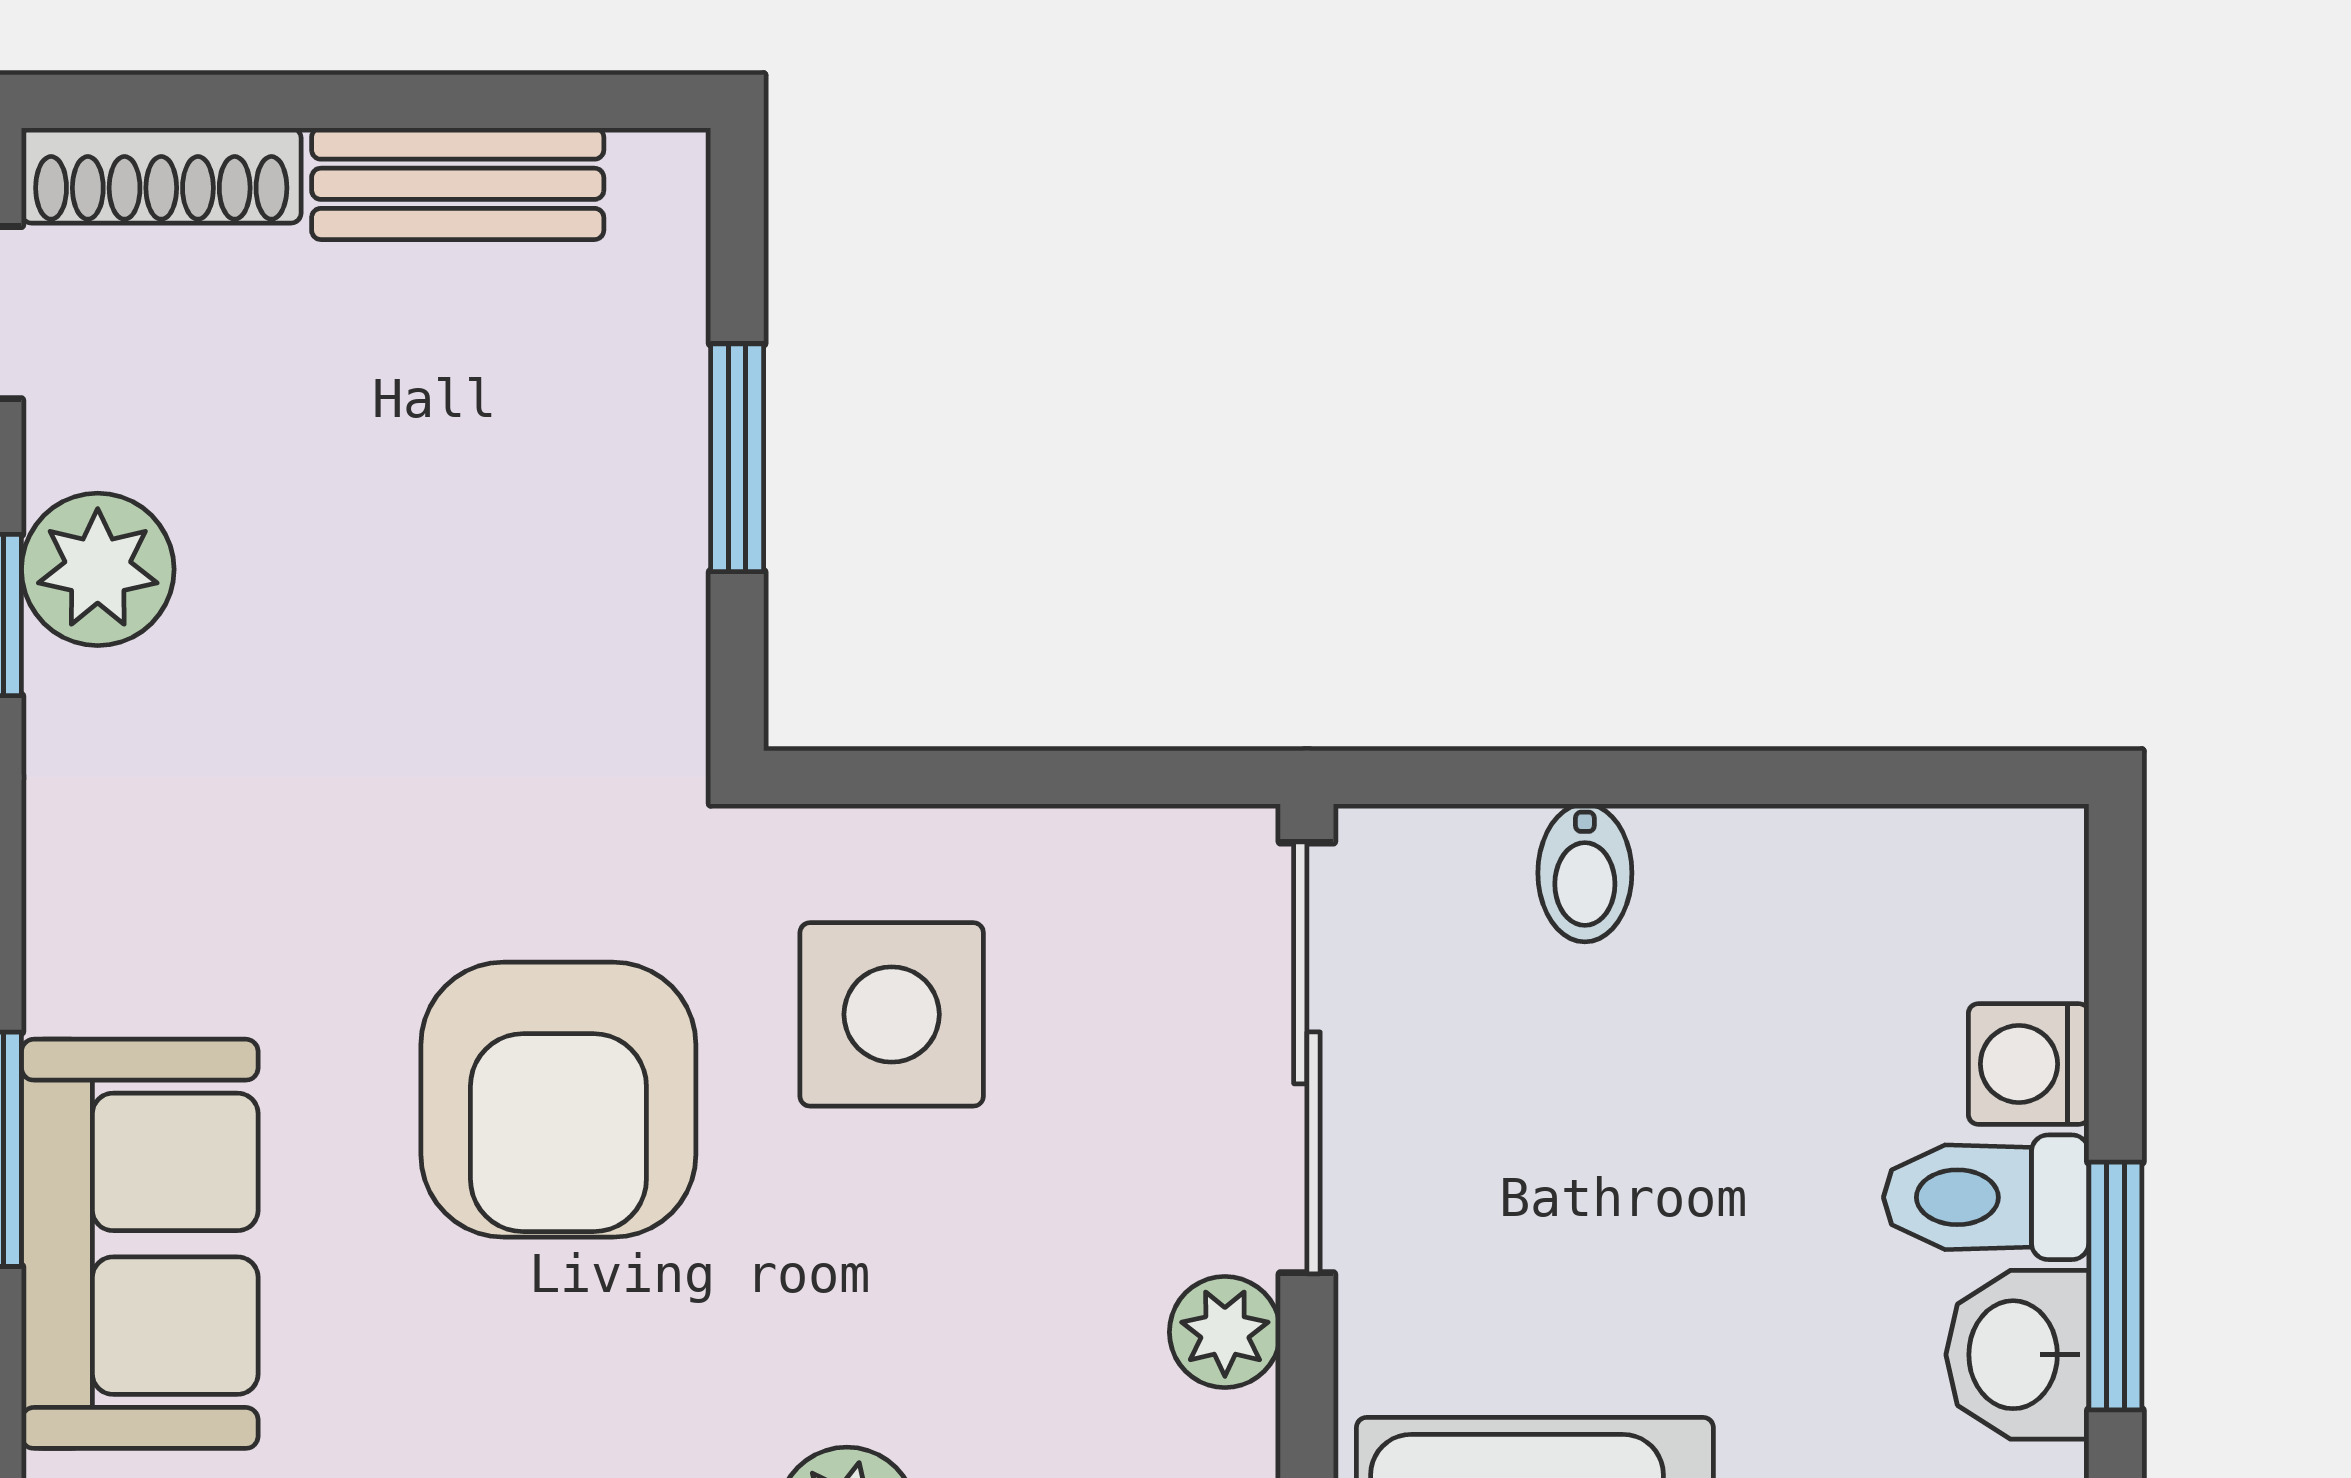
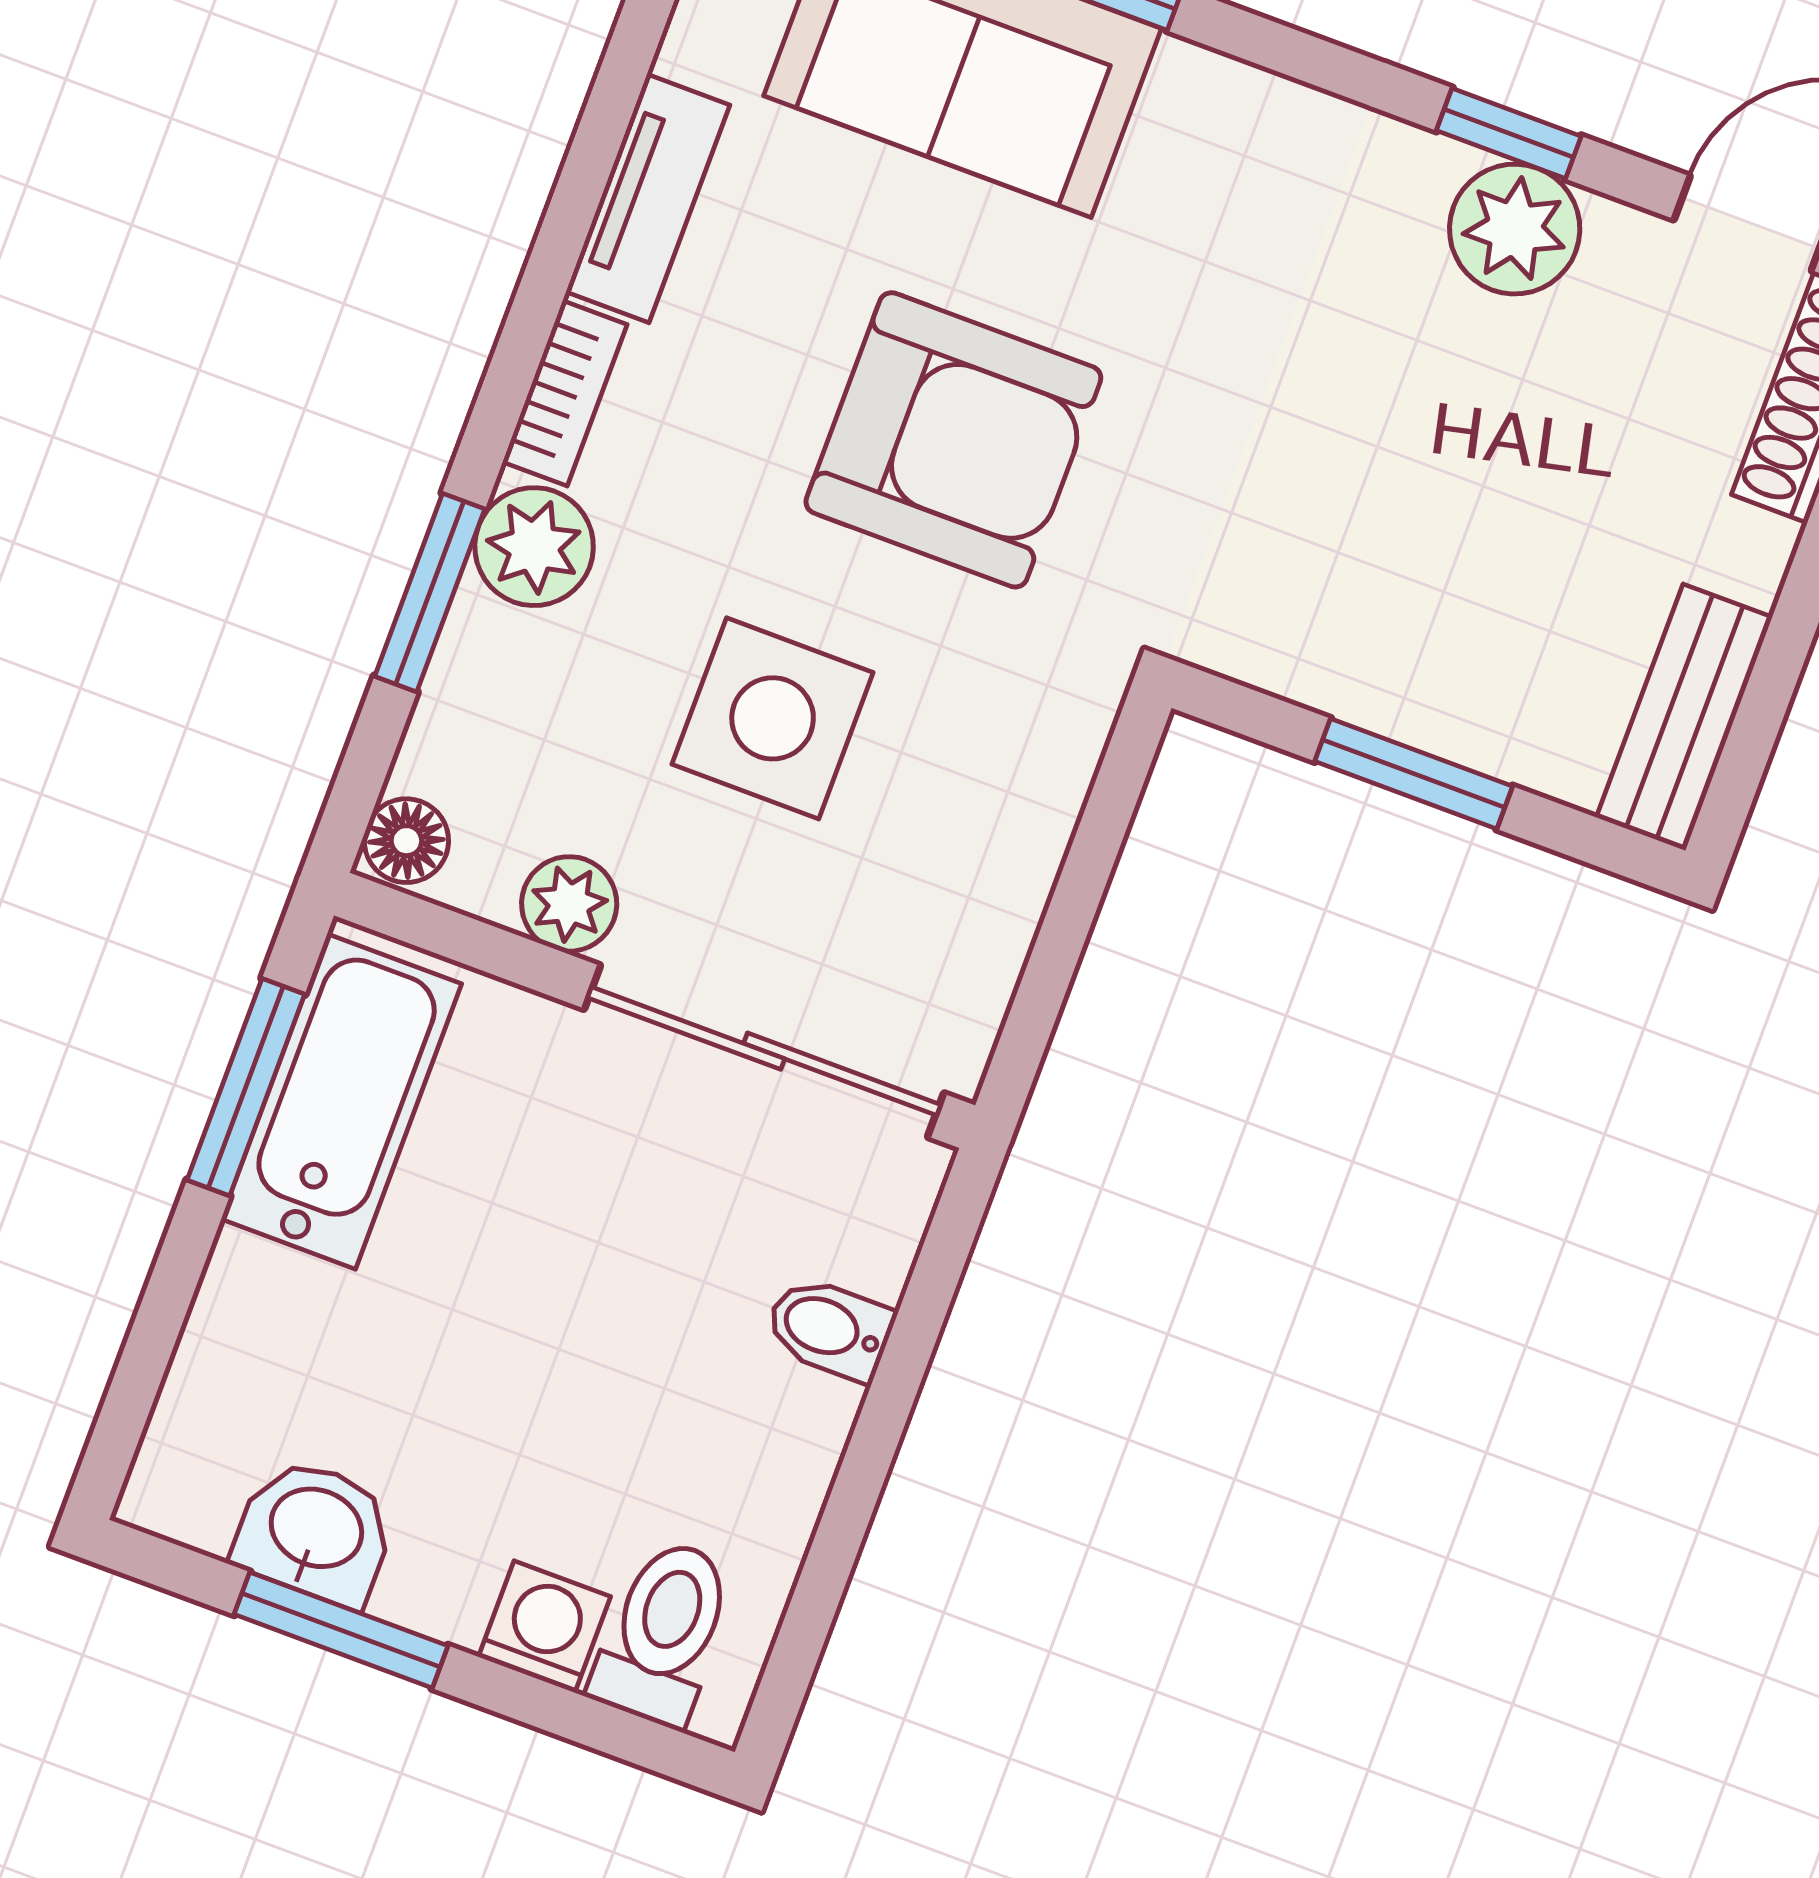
bench: (458, 184) -> (1684, 717), moved
side table: (892, 1014) -> (773, 718), moved
armchair: (558, 1100) -> (953, 440), turned 180
toilet: (1986, 1197) -> (664, 1632), moved

